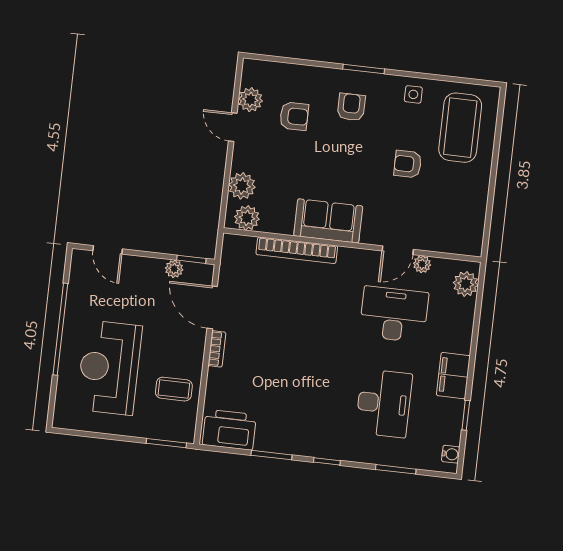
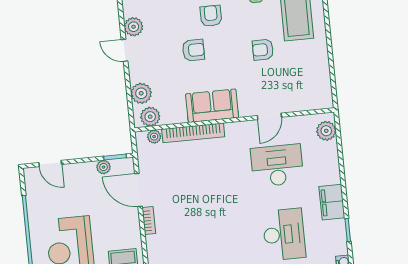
armchair: (294, 116) -> (193, 50), moved
plant: (422, 264) -> (154, 137), moved

